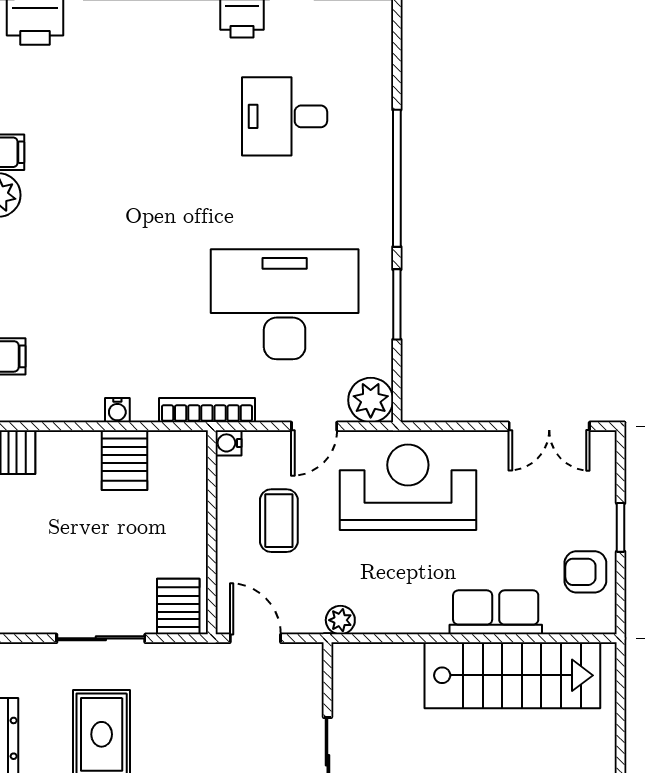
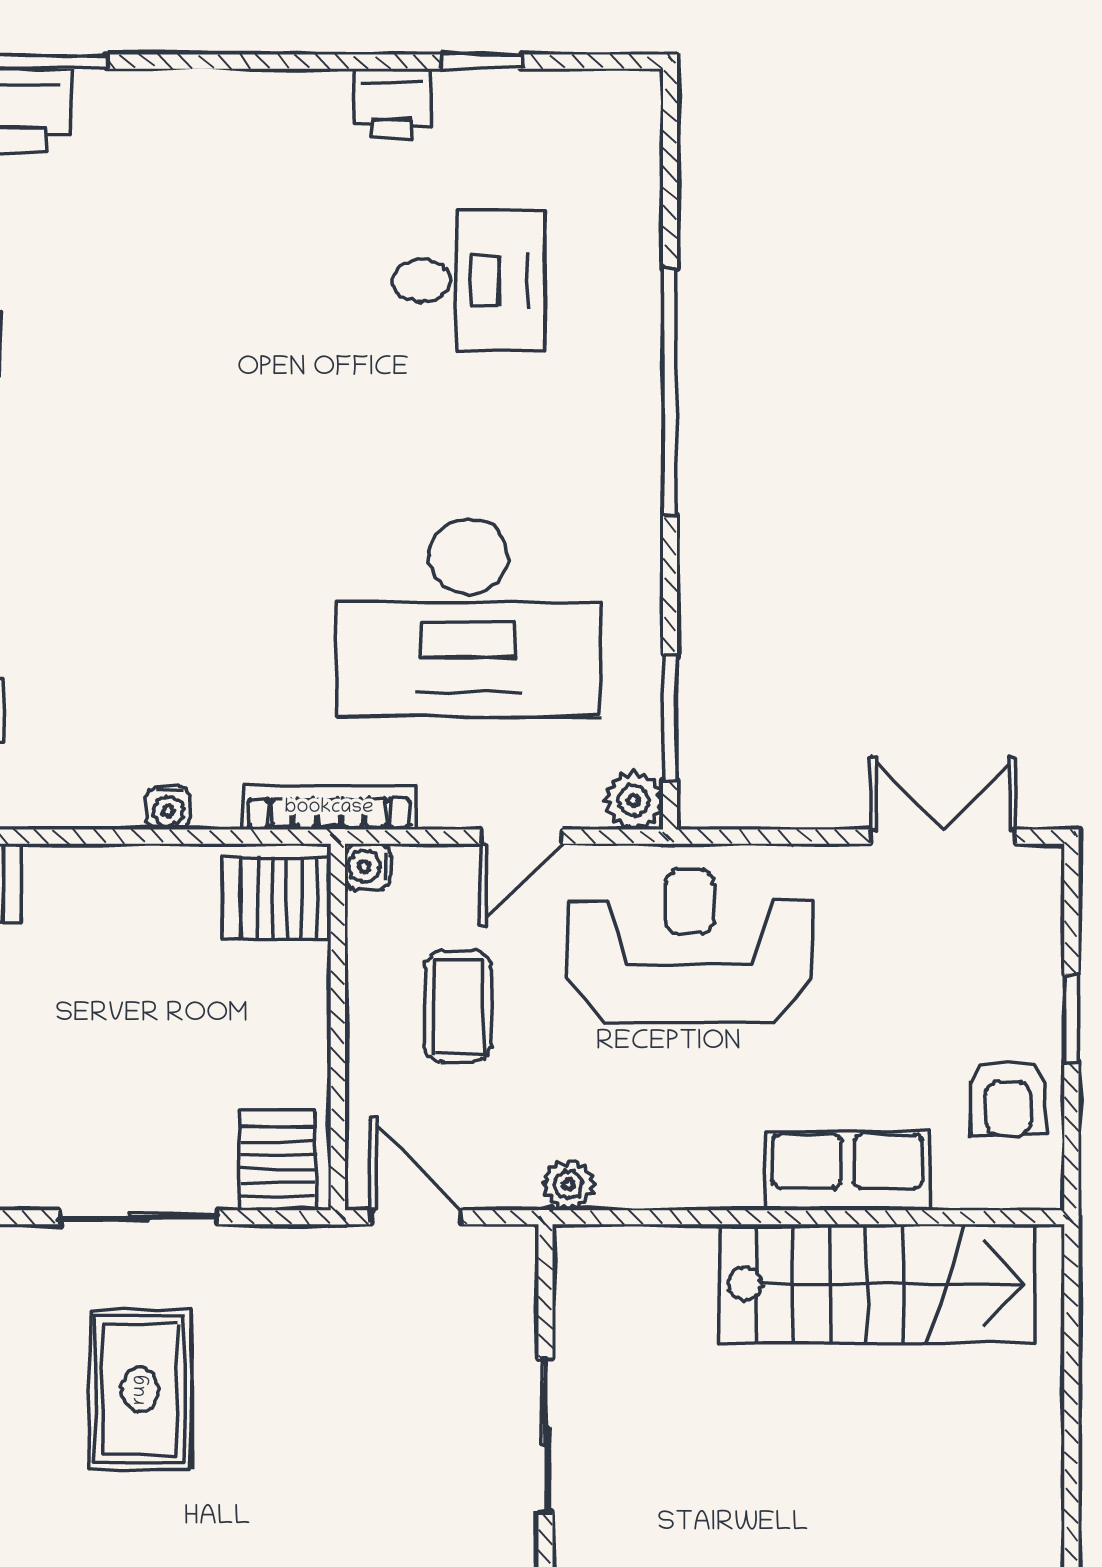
desk: (285, 116) -> (468, 281), turned 180
desk: (285, 304) -> (468, 618), turned 180
window: (397, 304) -> (670, 718), moved
plant: (371, 400) -> (634, 801), width x0.73, depth x0.73
double door: (549, 426) -> (943, 837), swing flipped
server rack: (125, 460) -> (277, 898), moved, turned 90
armchair: (585, 572) -> (1008, 1098), turned -90

